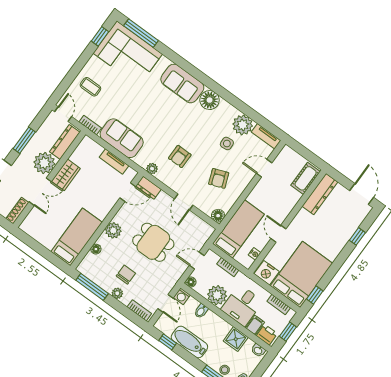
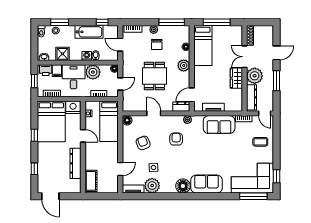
dresser: (320, 194) -> (76, 163), moved
dining table: (153, 242) -> (154, 76), turned 90
window: (43, 251) -> (217, 22), added
window: (315, 295) -> (34, 135), moved
washing machine: (182, 296) -> (87, 56), moved

